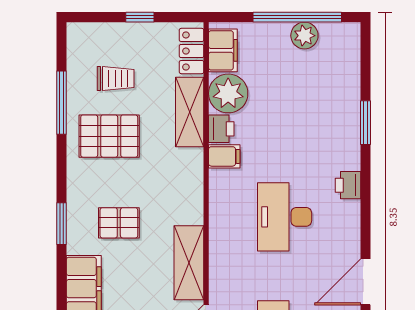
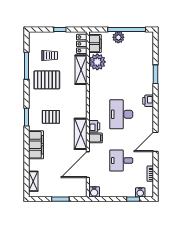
plant: (304, 36) -> (118, 37), moved
printer: (221, 129) -> (94, 126), moved
filing cabinet: (224, 156) -> (96, 138), moved

